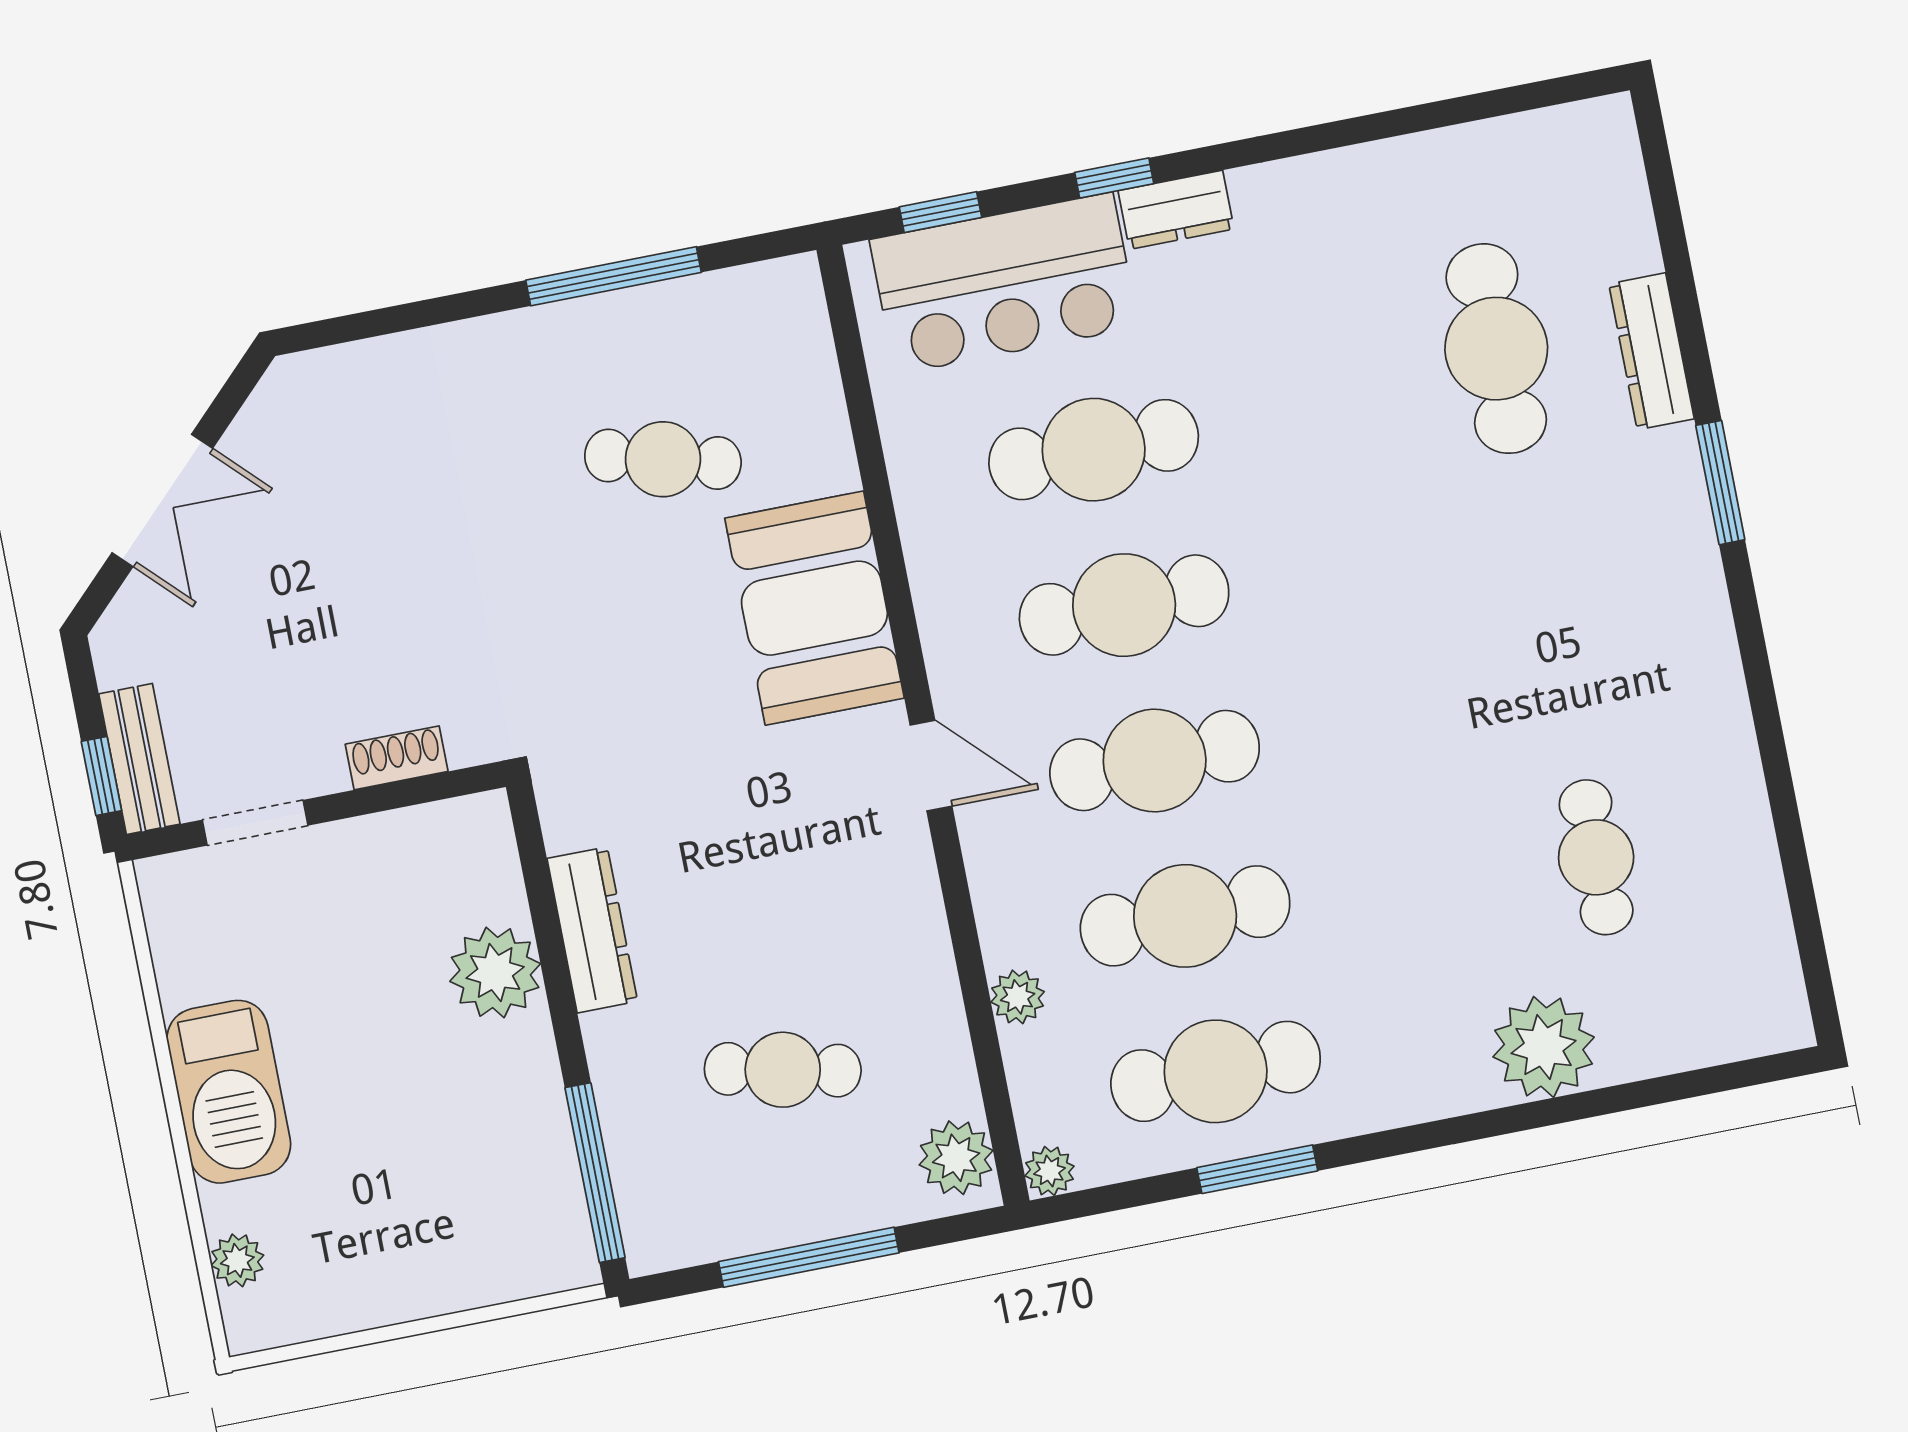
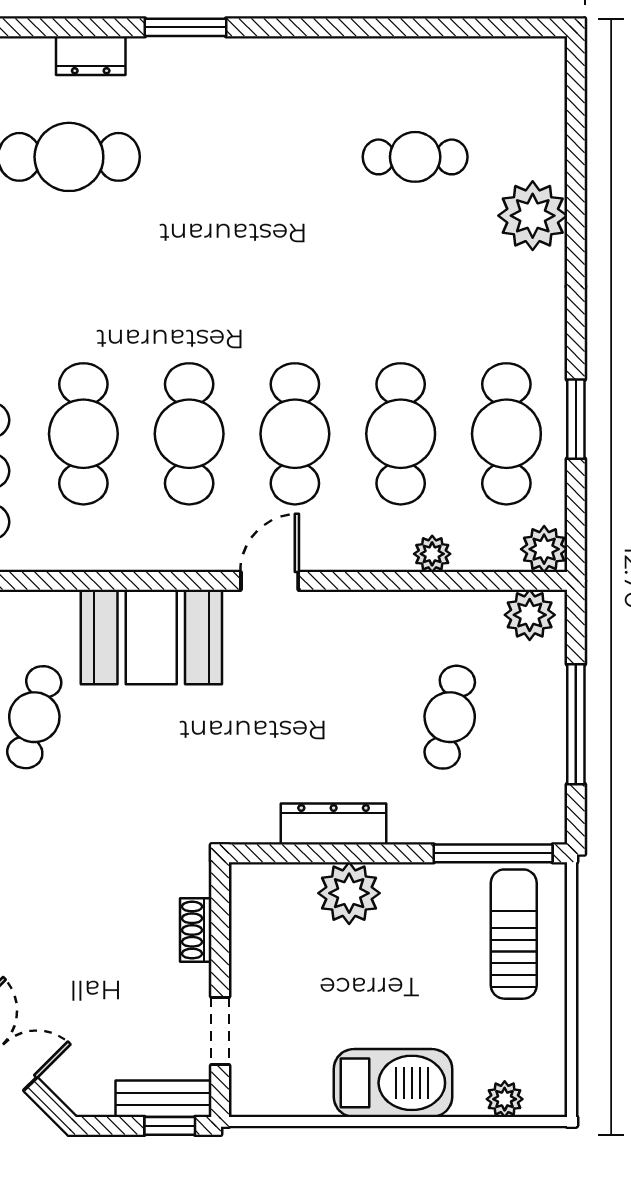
dresser: (1651, 351) -> (91, 56), width x0.70
plant: (1050, 1171) -> (544, 549), width x1.38, depth x1.38
sun lounger: (482, 1226) -> (514, 934), added

